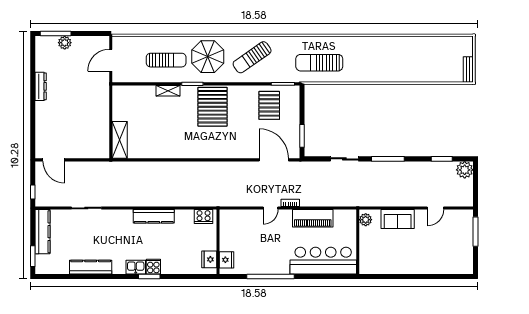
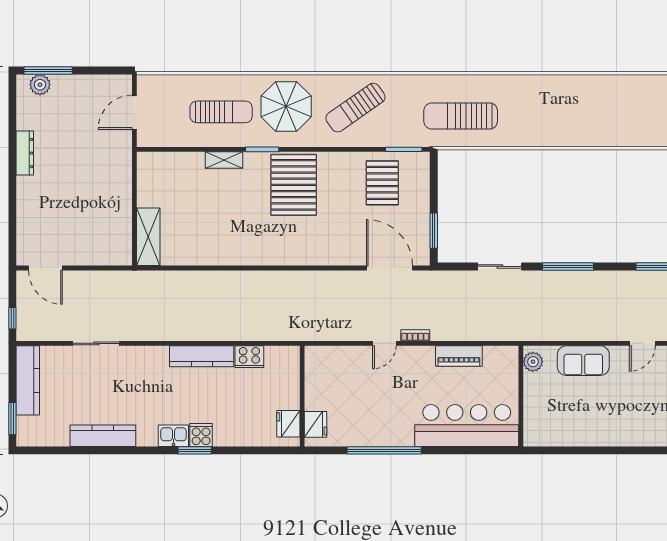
plant: (65, 43) -> (40, 85), moved
cooker: (204, 217) -> (249, 357), moved
piano: (313, 218) -> (459, 356), width x0.73, depth x0.75

